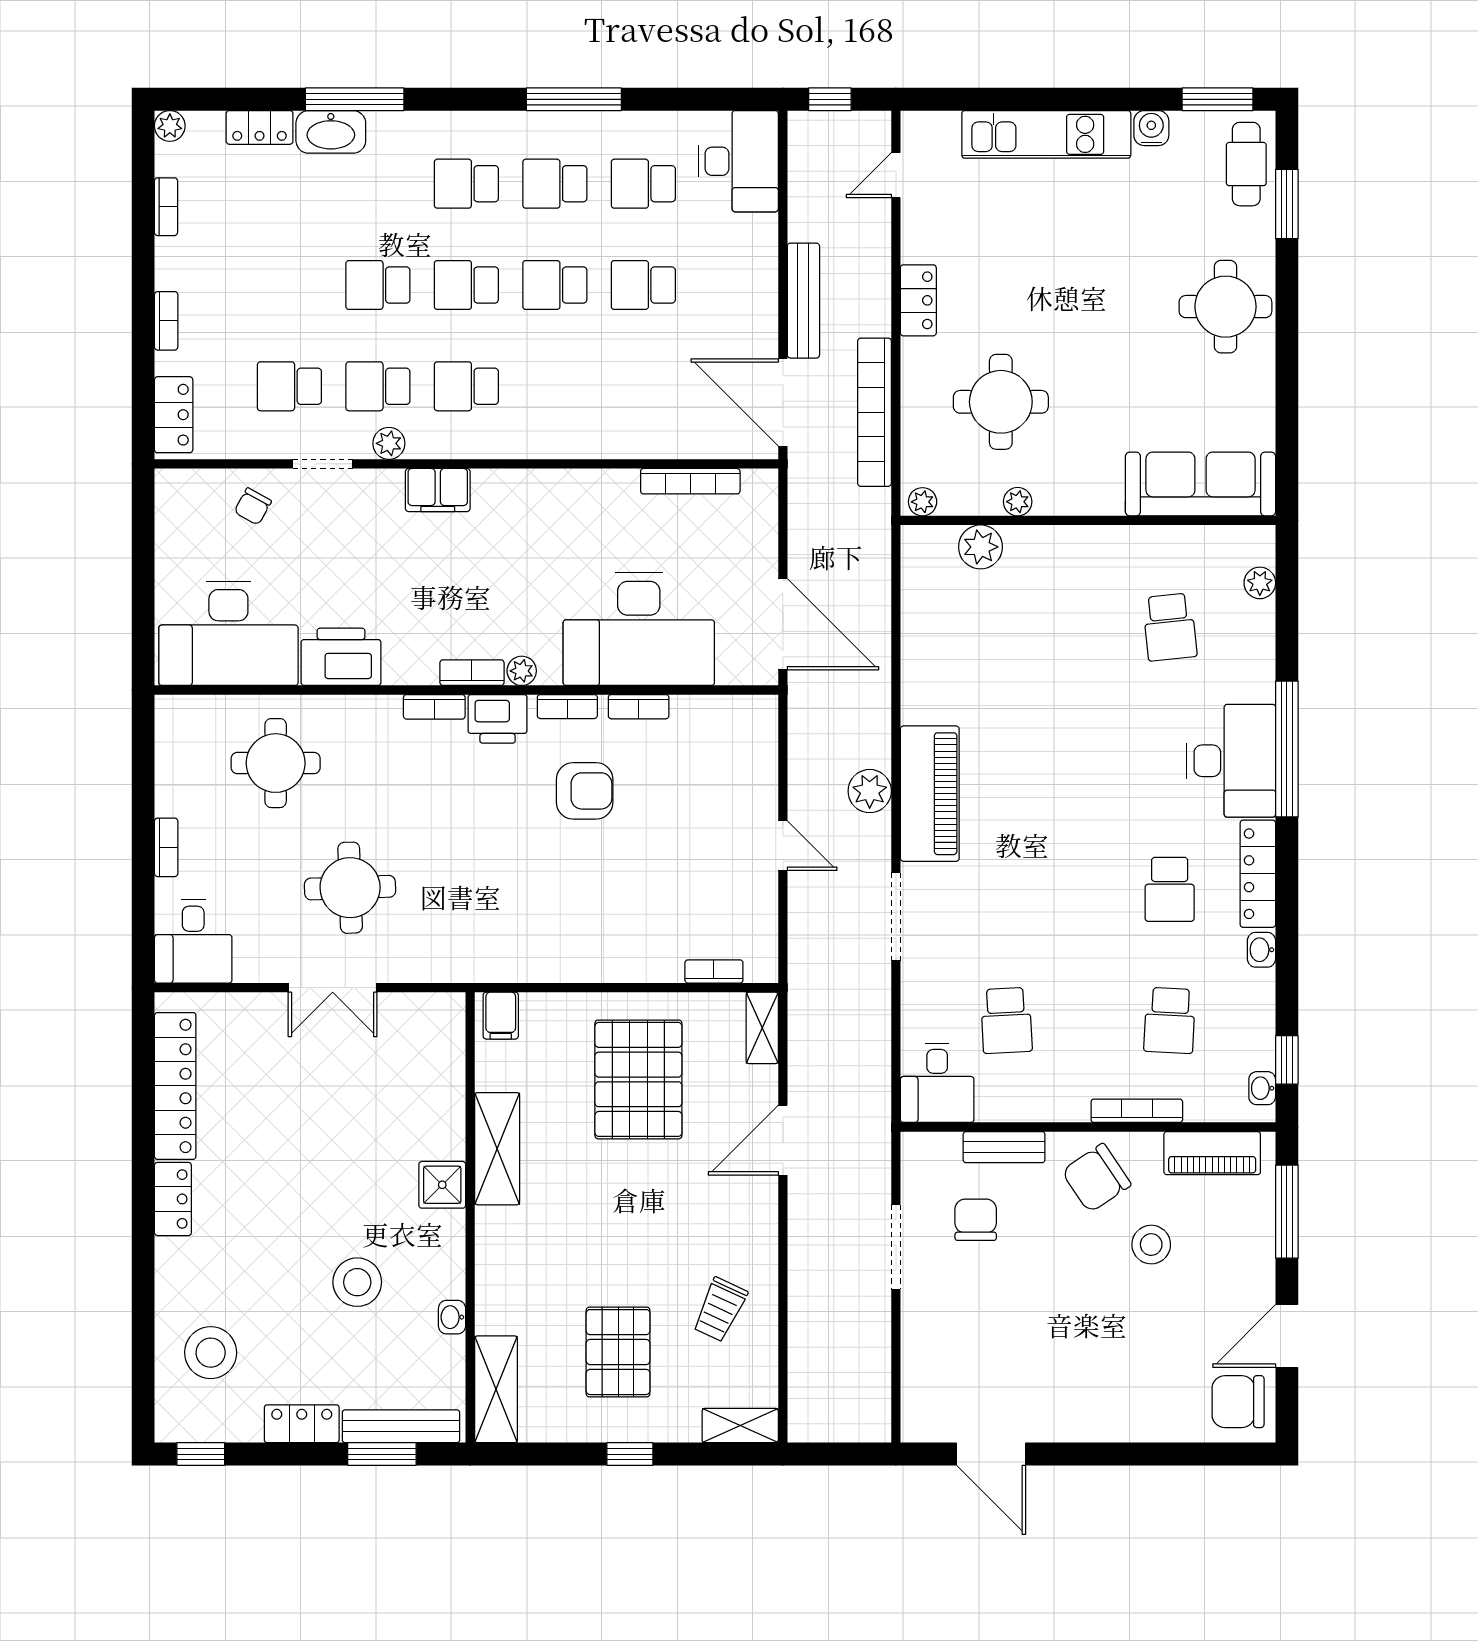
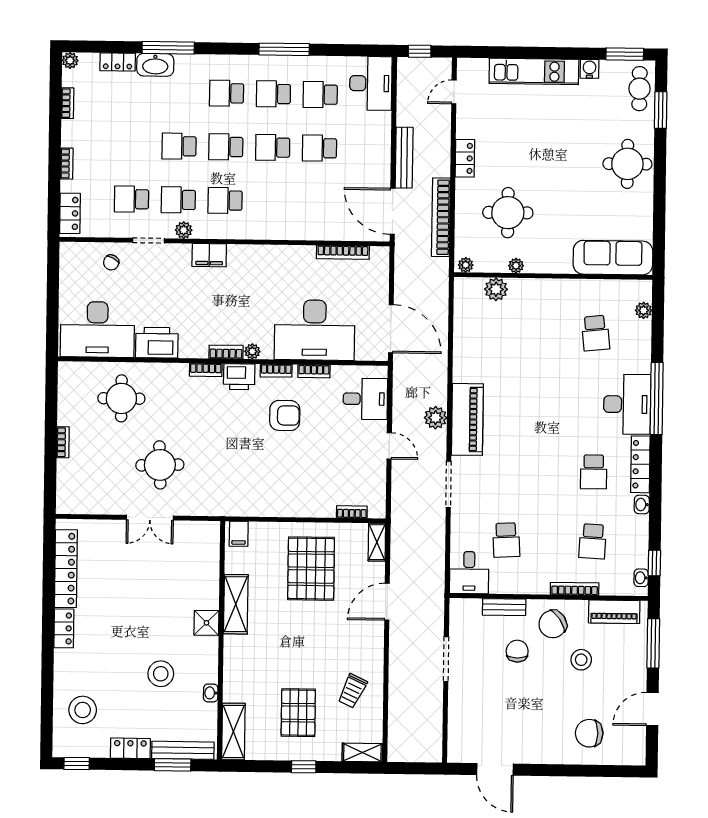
desk: (193, 941) -> (365, 399), moved, turned -90
chair: (976, 1220) -> (517, 651), moved
chair: (1238, 1402) -> (589, 733), moved

